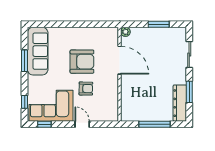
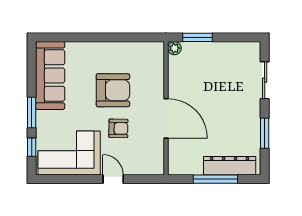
window: (159, 24) -> (197, 37), moved
door: (120, 60) -> (166, 118), moved
window: (25, 61) -> (32, 113), moved
dresser: (180, 103) -> (230, 166), moved, turned 90
window: (44, 124) -> (60, 179), removed

